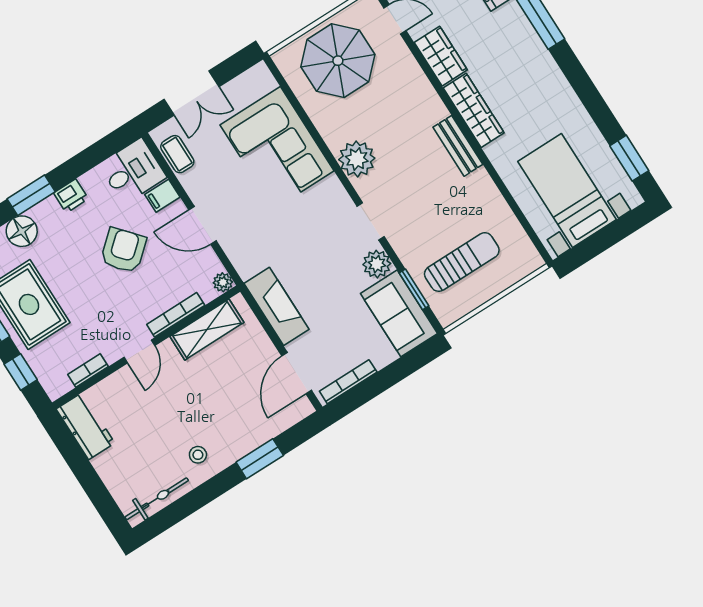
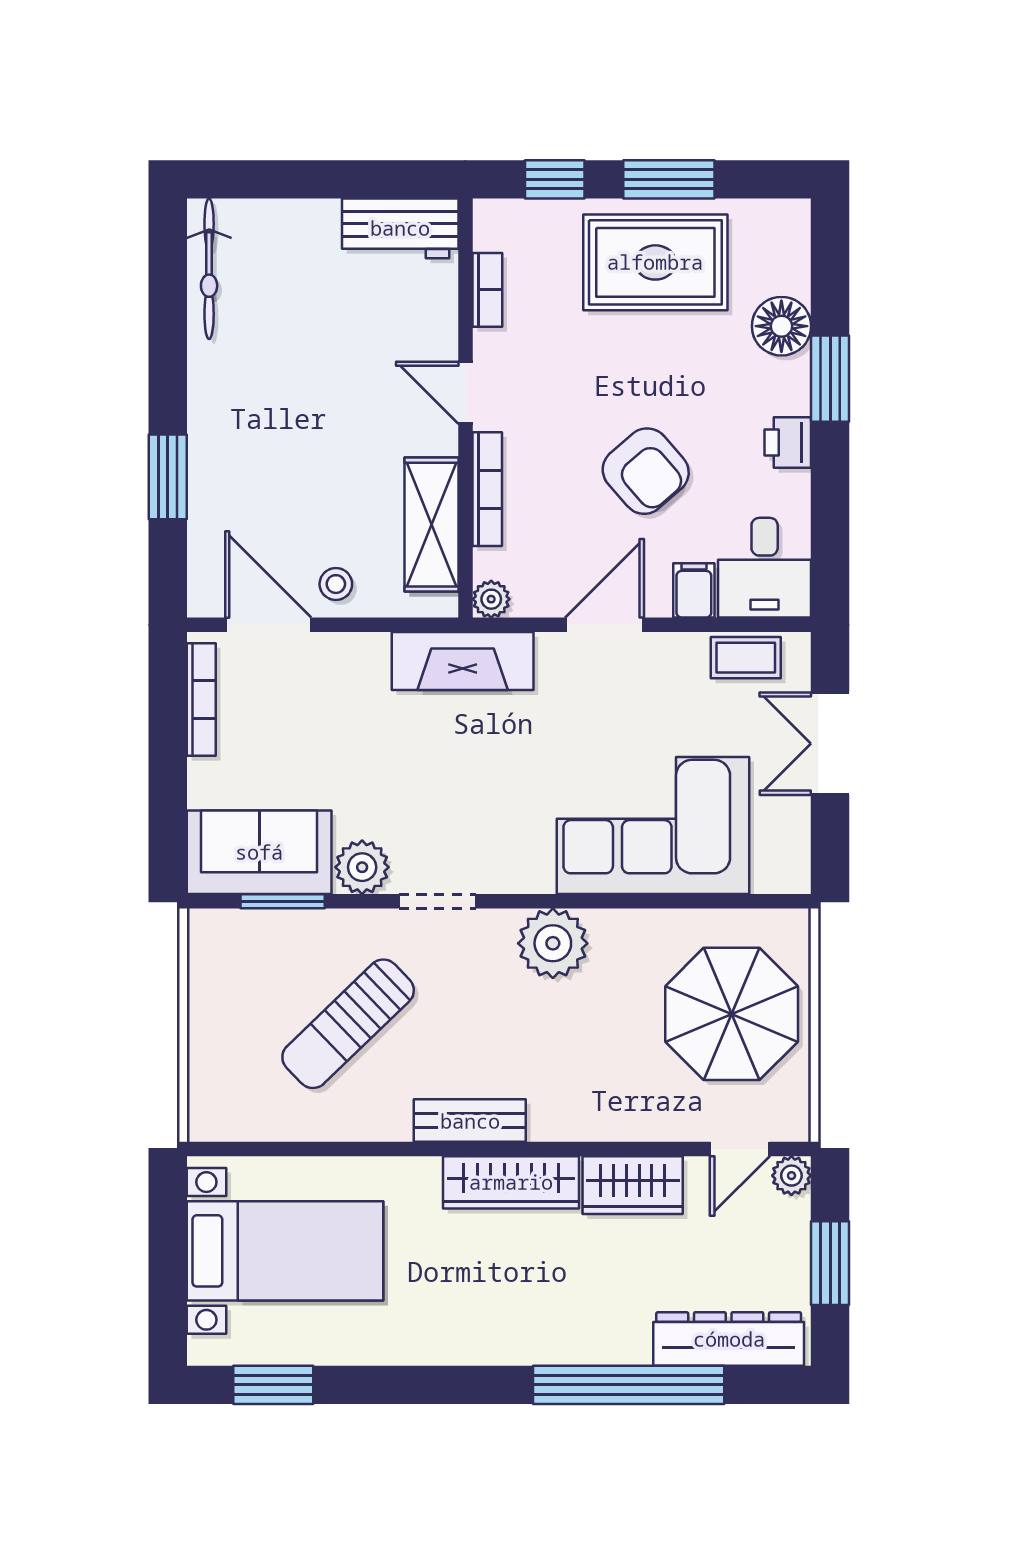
sun lounger: (462, 262) -> (348, 1024), moved, turned 46
fireplace: (276, 306) -> (463, 661), moved
stool: (198, 455) -> (336, 584), moved

